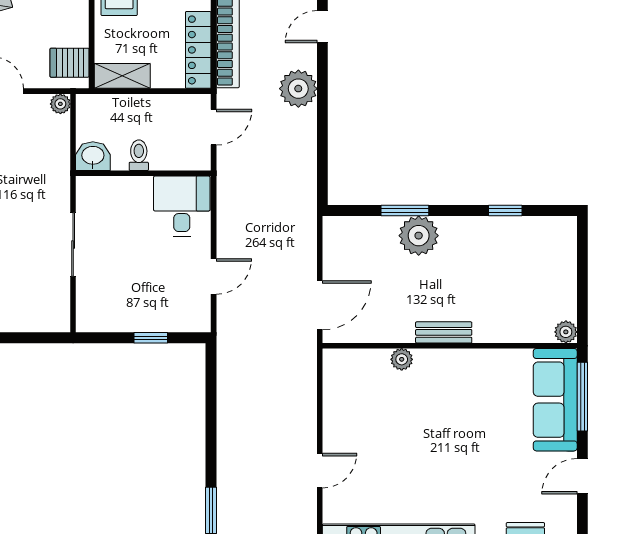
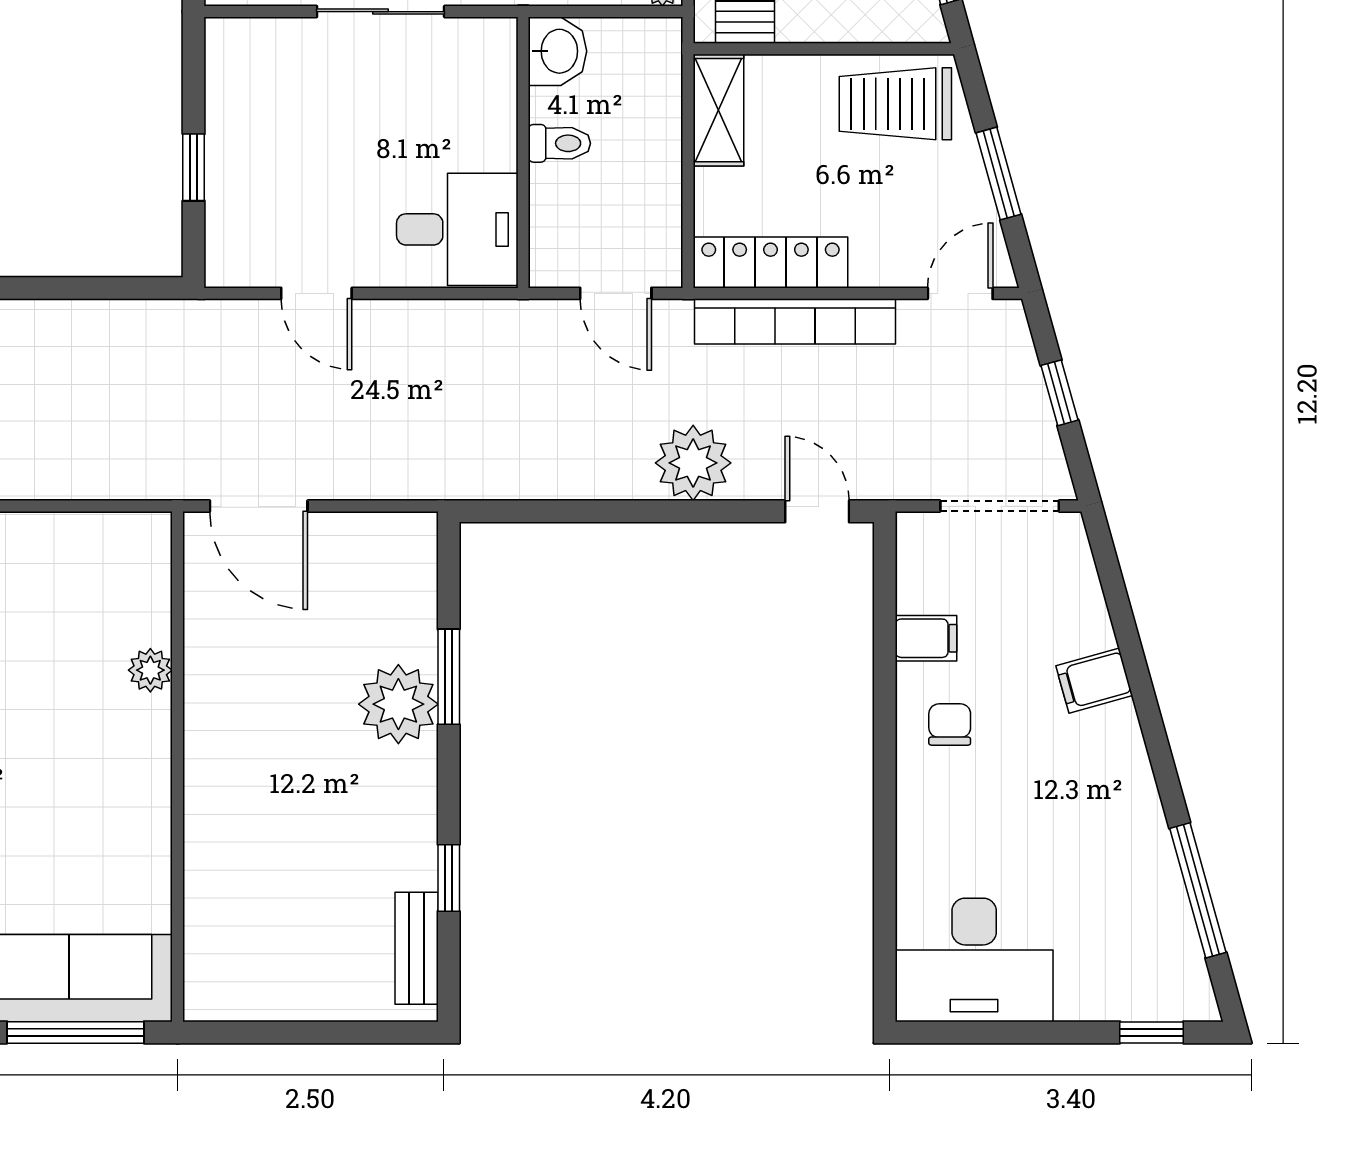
bench: (444, 332) -> (417, 948), moved
plant: (566, 332) -> (205, 999), removed

